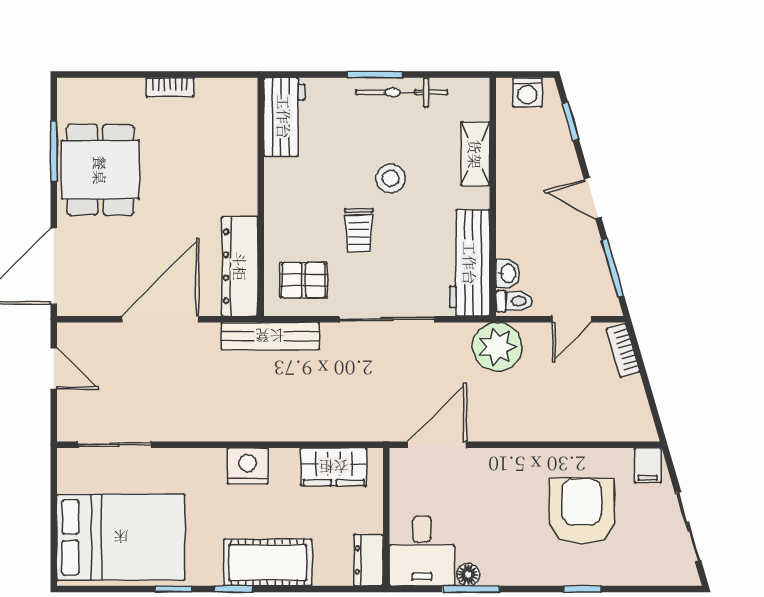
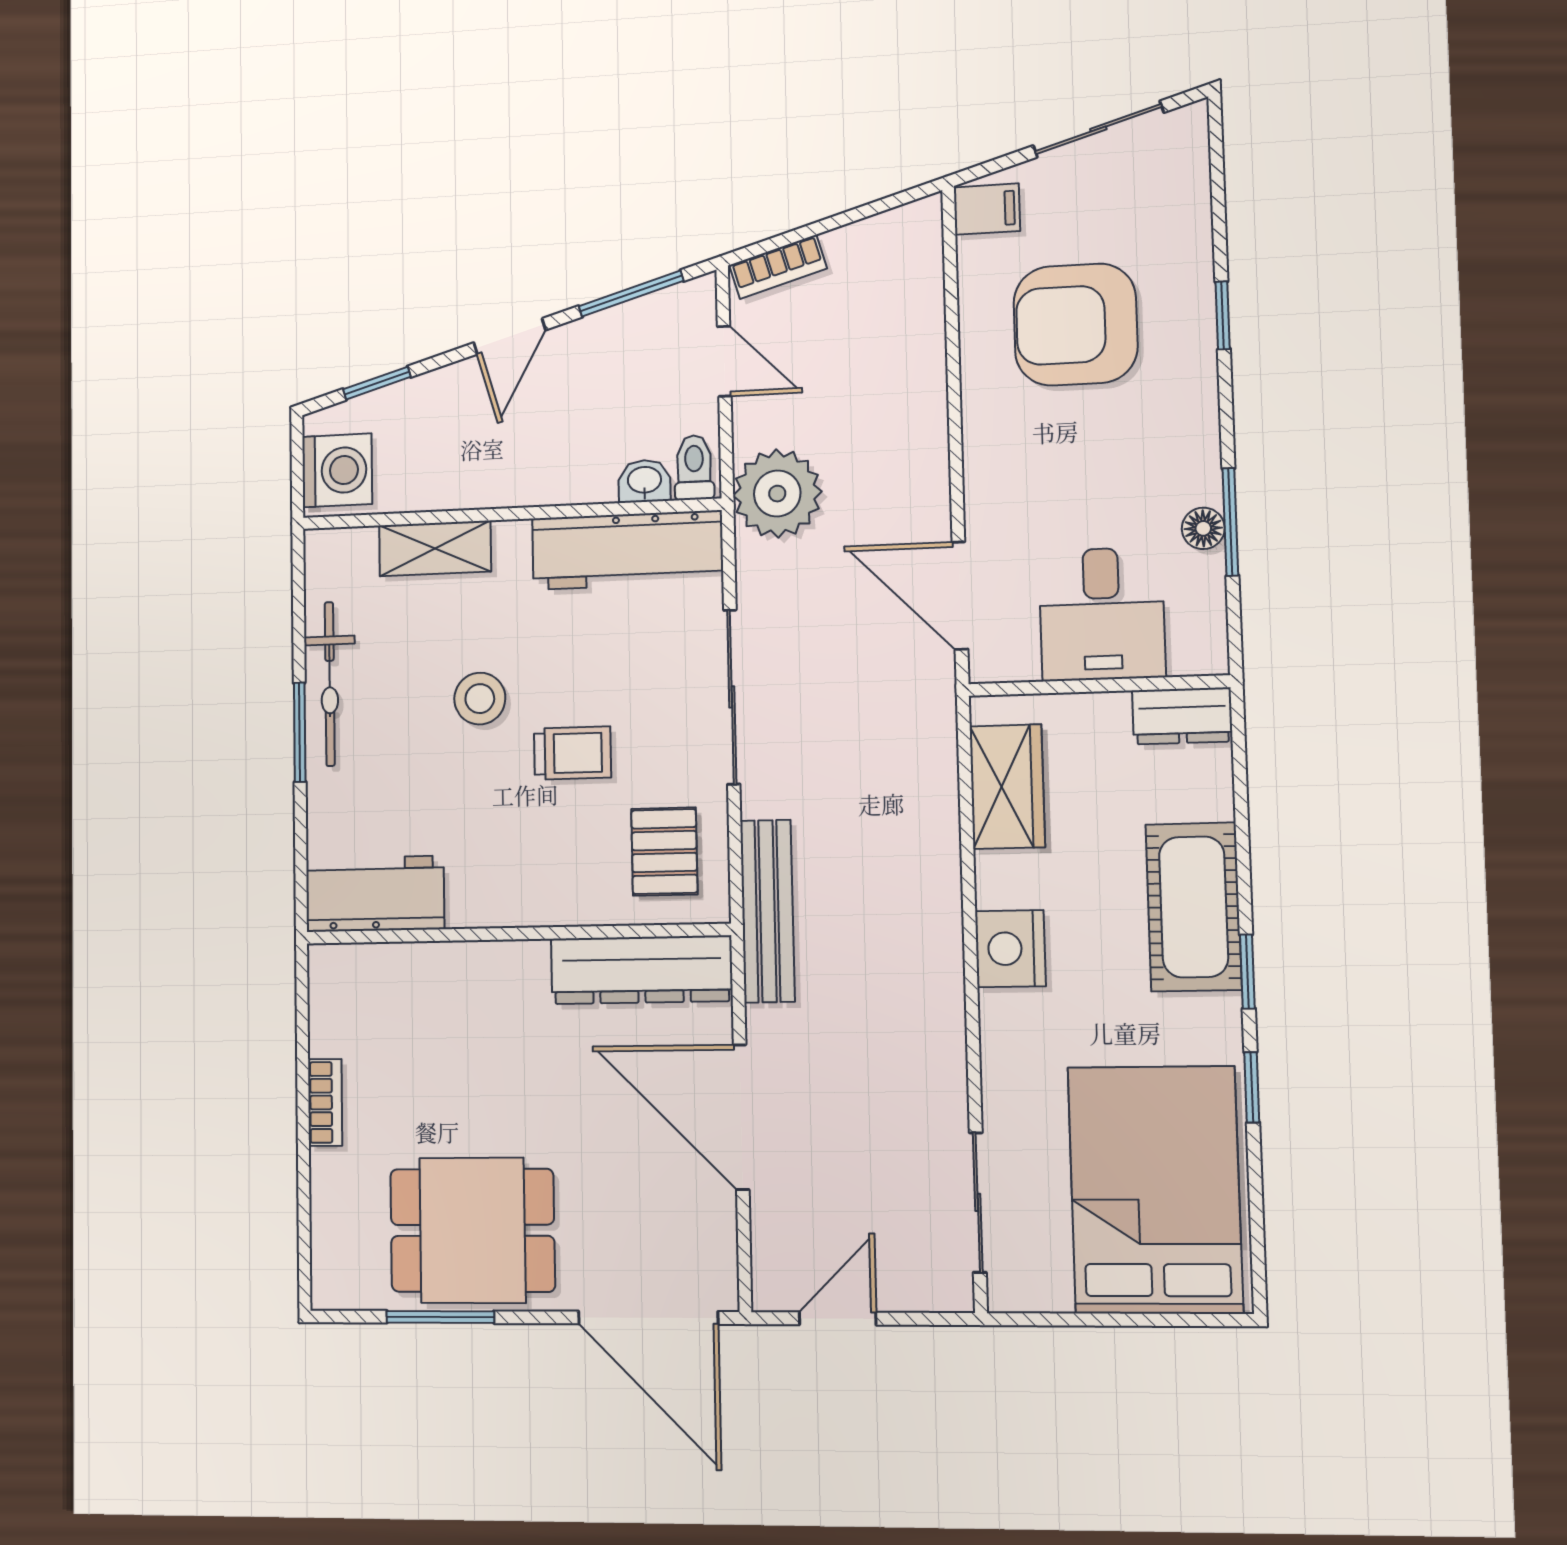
washing machine: (527, 92) -> (337, 470), width x1.38, depth x1.38
desk: (422, 551) -> (1102, 614), moved, turned 90

